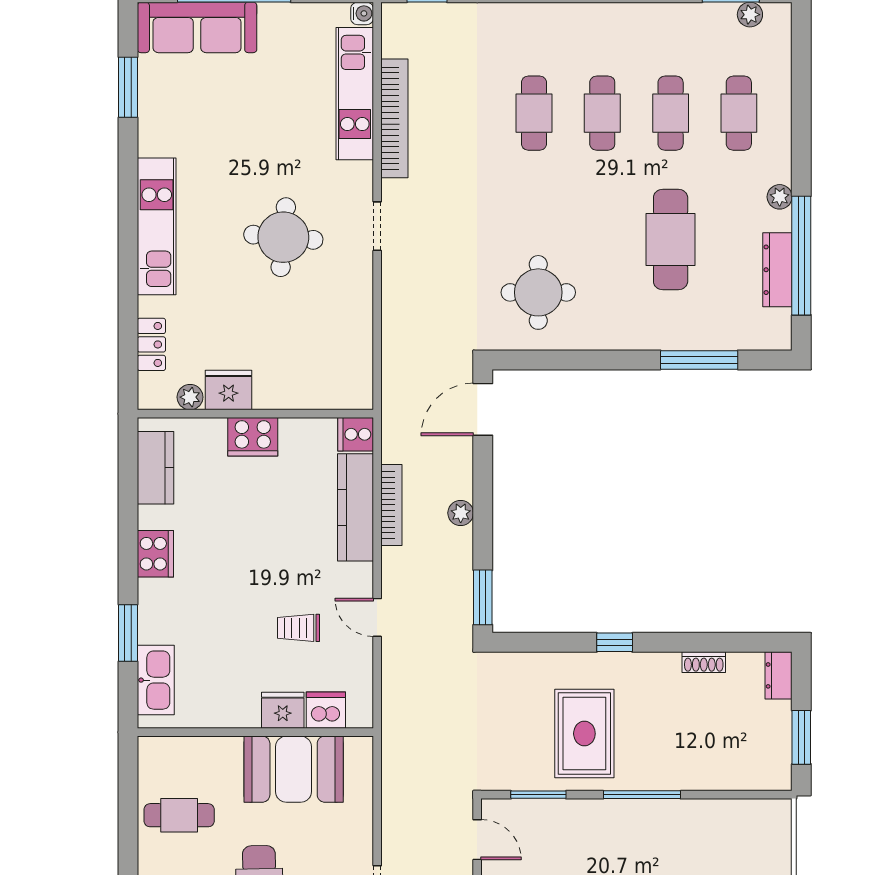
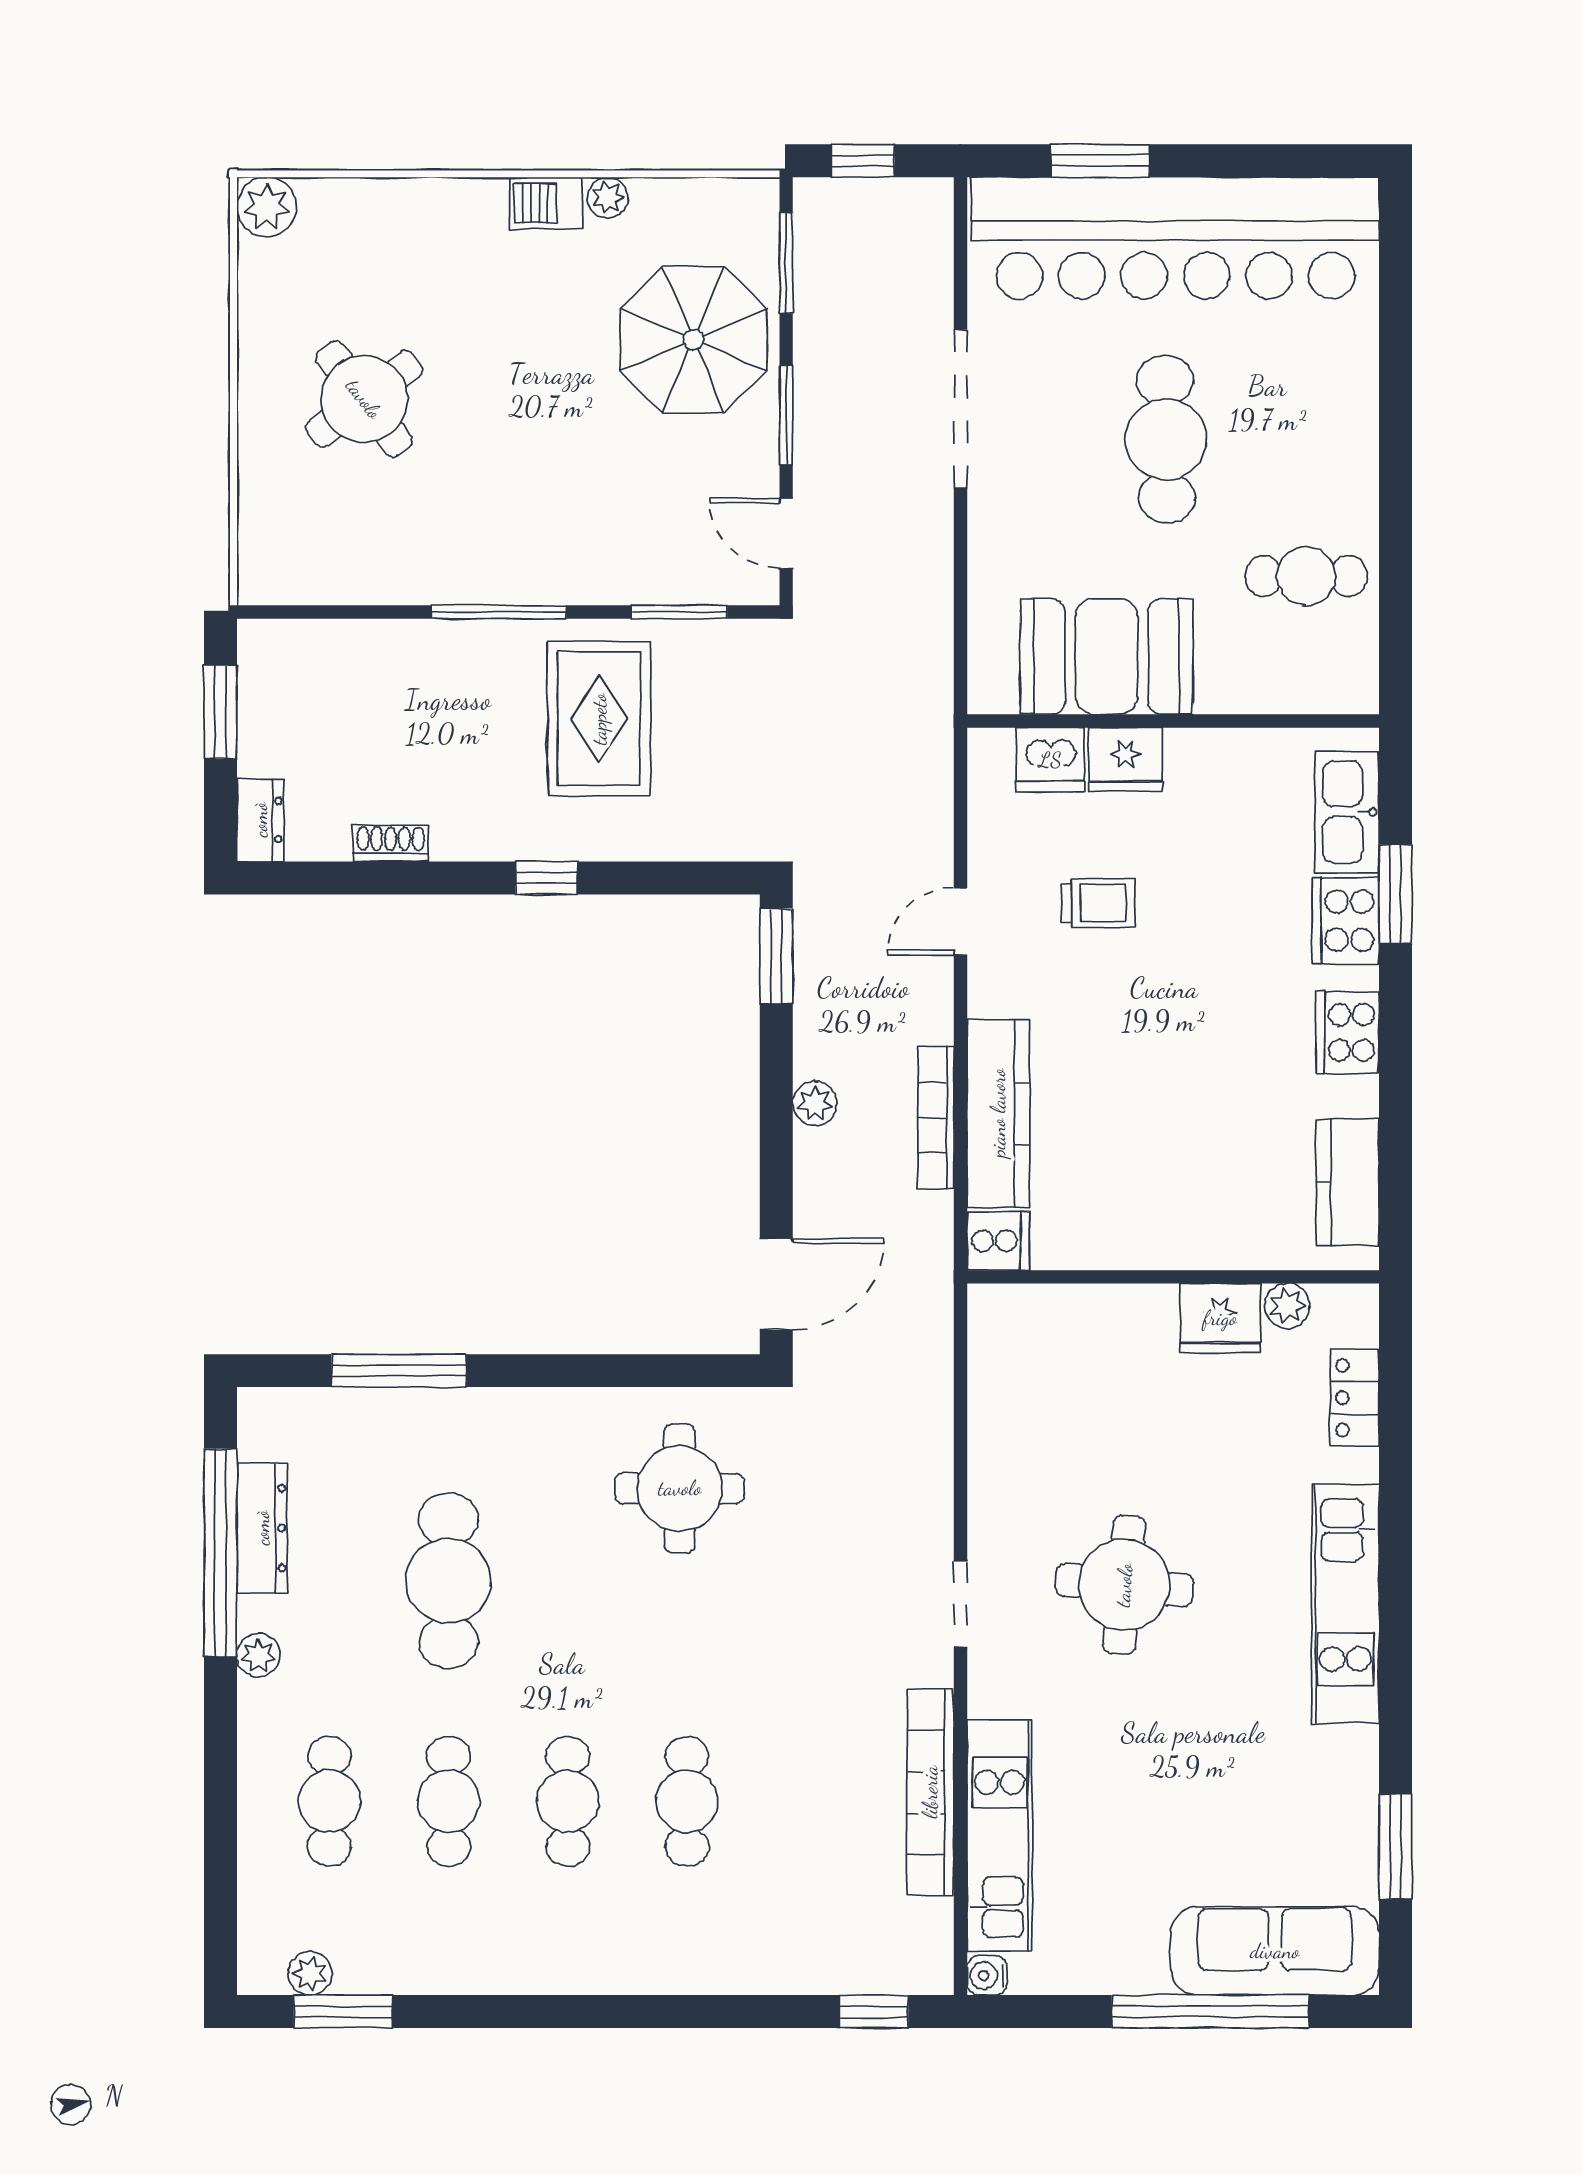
cooker: (253, 437) -> (1345, 921), moved, turned -90
door: (377, 617) -> (961, 921), swing flipped

